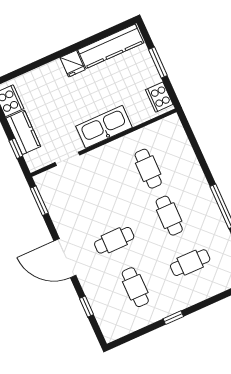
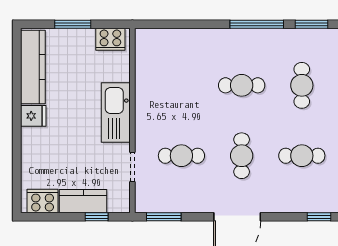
cafe table: (148, 169) -> (181, 156), moved
window: (87, 306) -> (319, 217), moved

